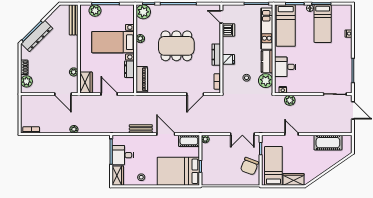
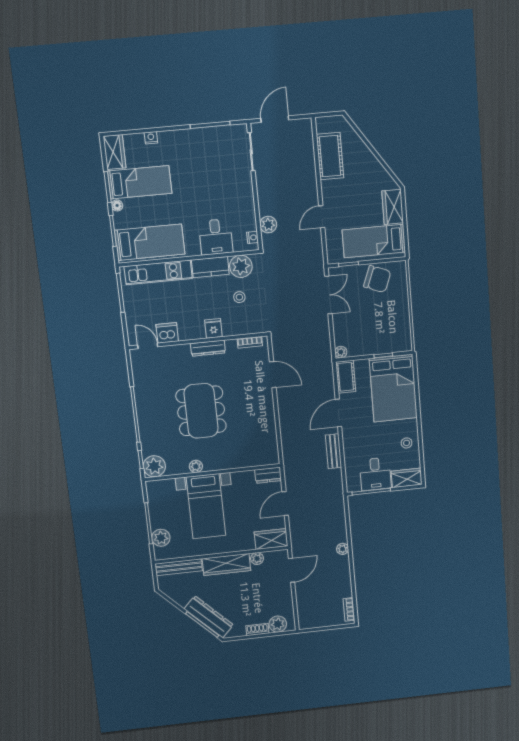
wardrobe: (342, 11) -> (115, 152), added
door: (221, 17) -> (148, 346), swing flipped
wardrobe: (72, 51) -> (226, 565), added
dresser: (129, 69) -> (268, 475), moved
piano: (142, 79) -> (258, 458), removed

